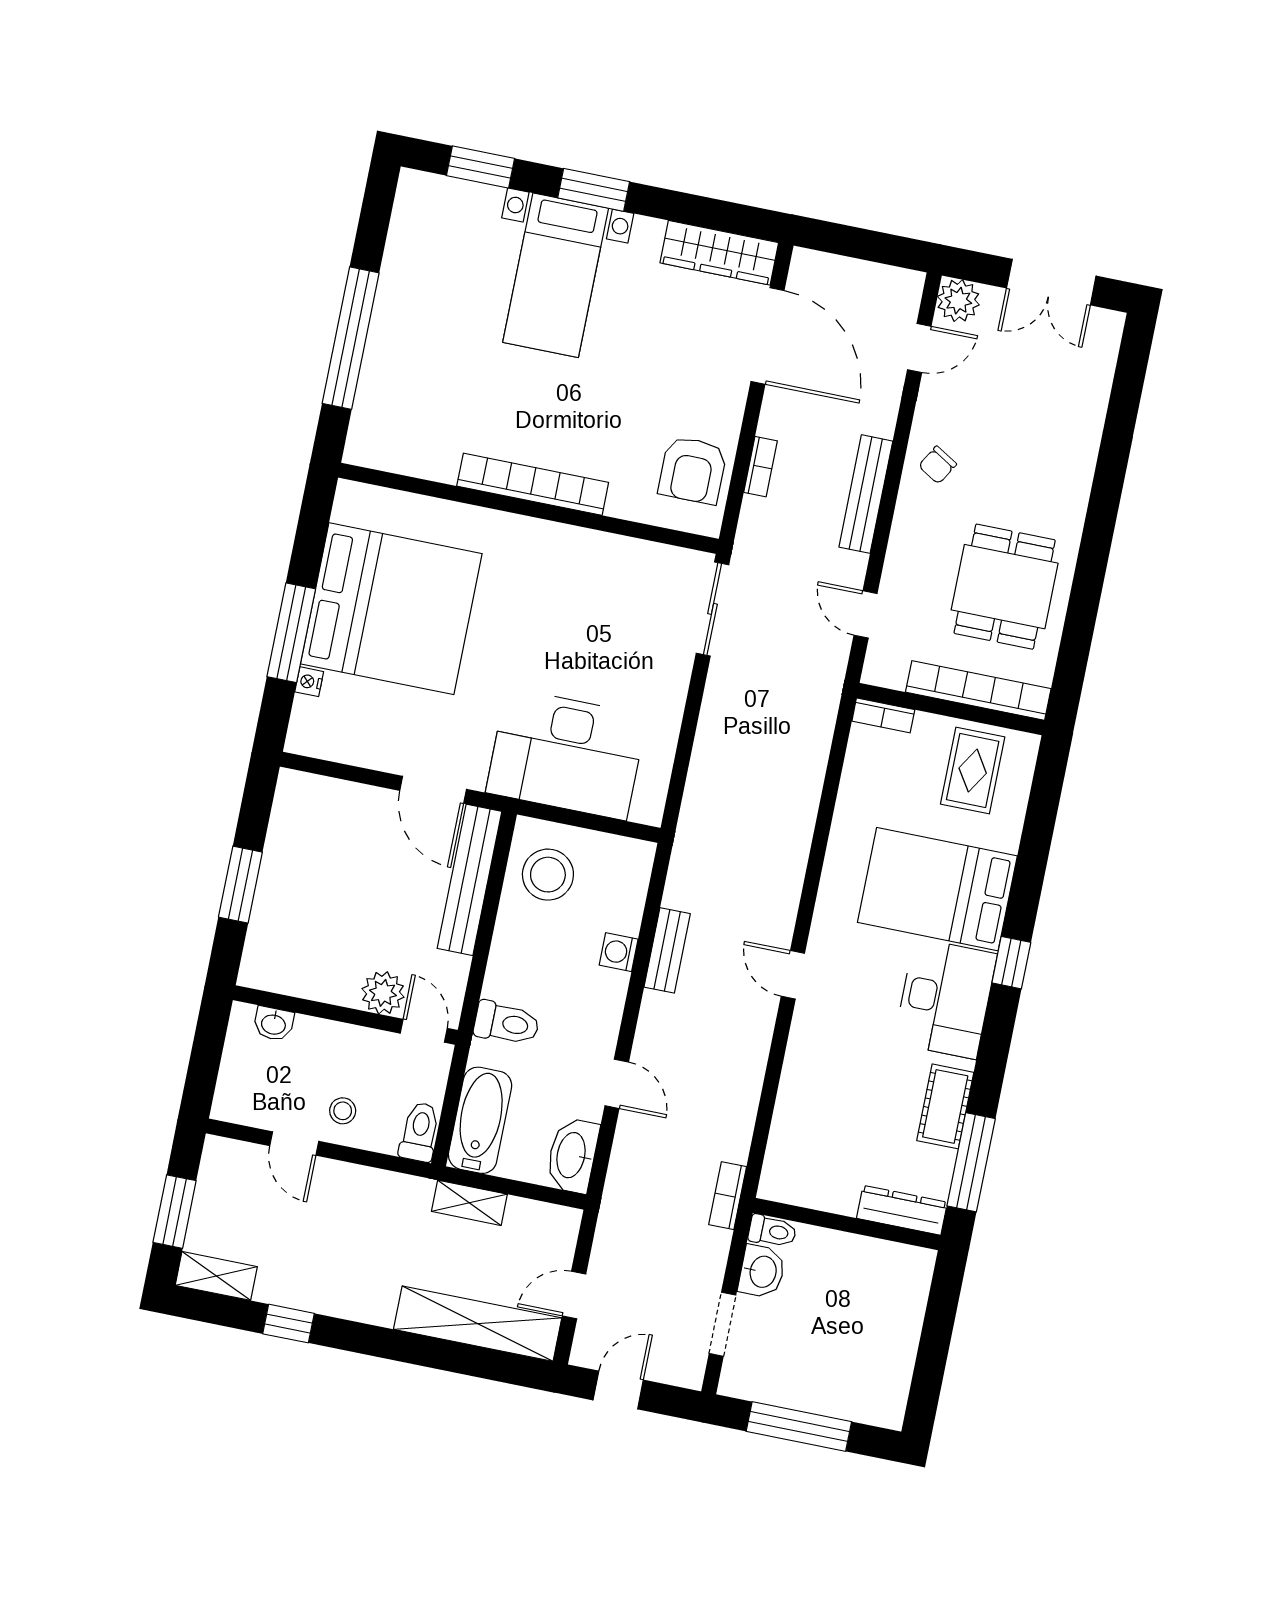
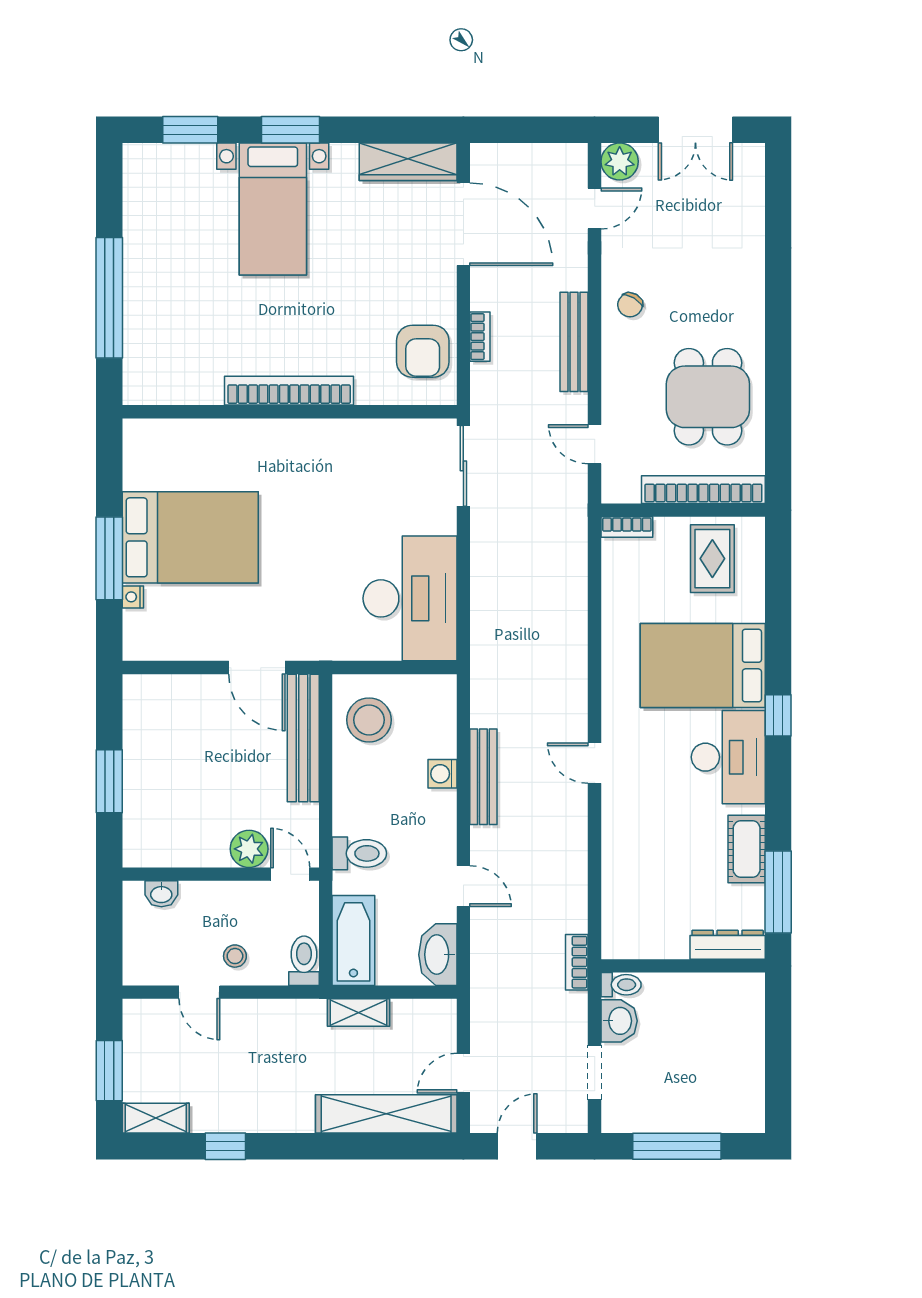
bed: (391, 609) -> (190, 537), width x0.73
desk: (566, 754) -> (410, 598), moved, turned -90
bench: (667, 950) -> (483, 777), width x1.36

